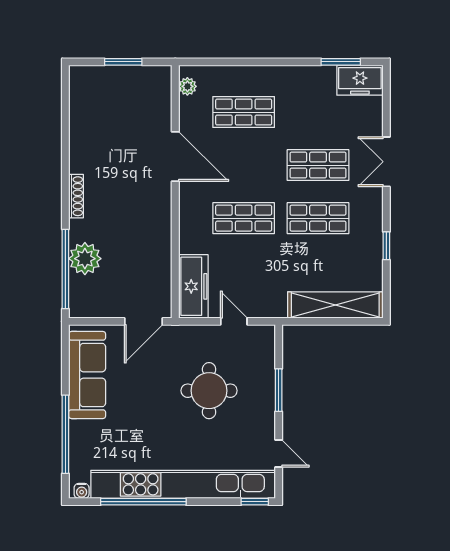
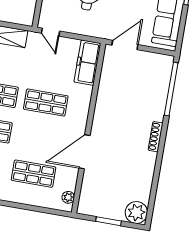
door: (175, 156) -> (84, 152), hinge flipped
plant: (85, 259) -> (136, 213), moved
door: (234, 321) -> (50, 32), moved

